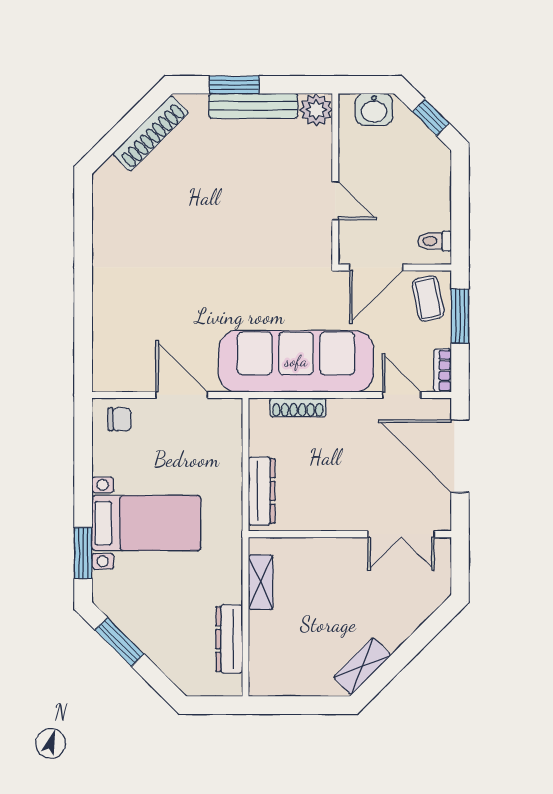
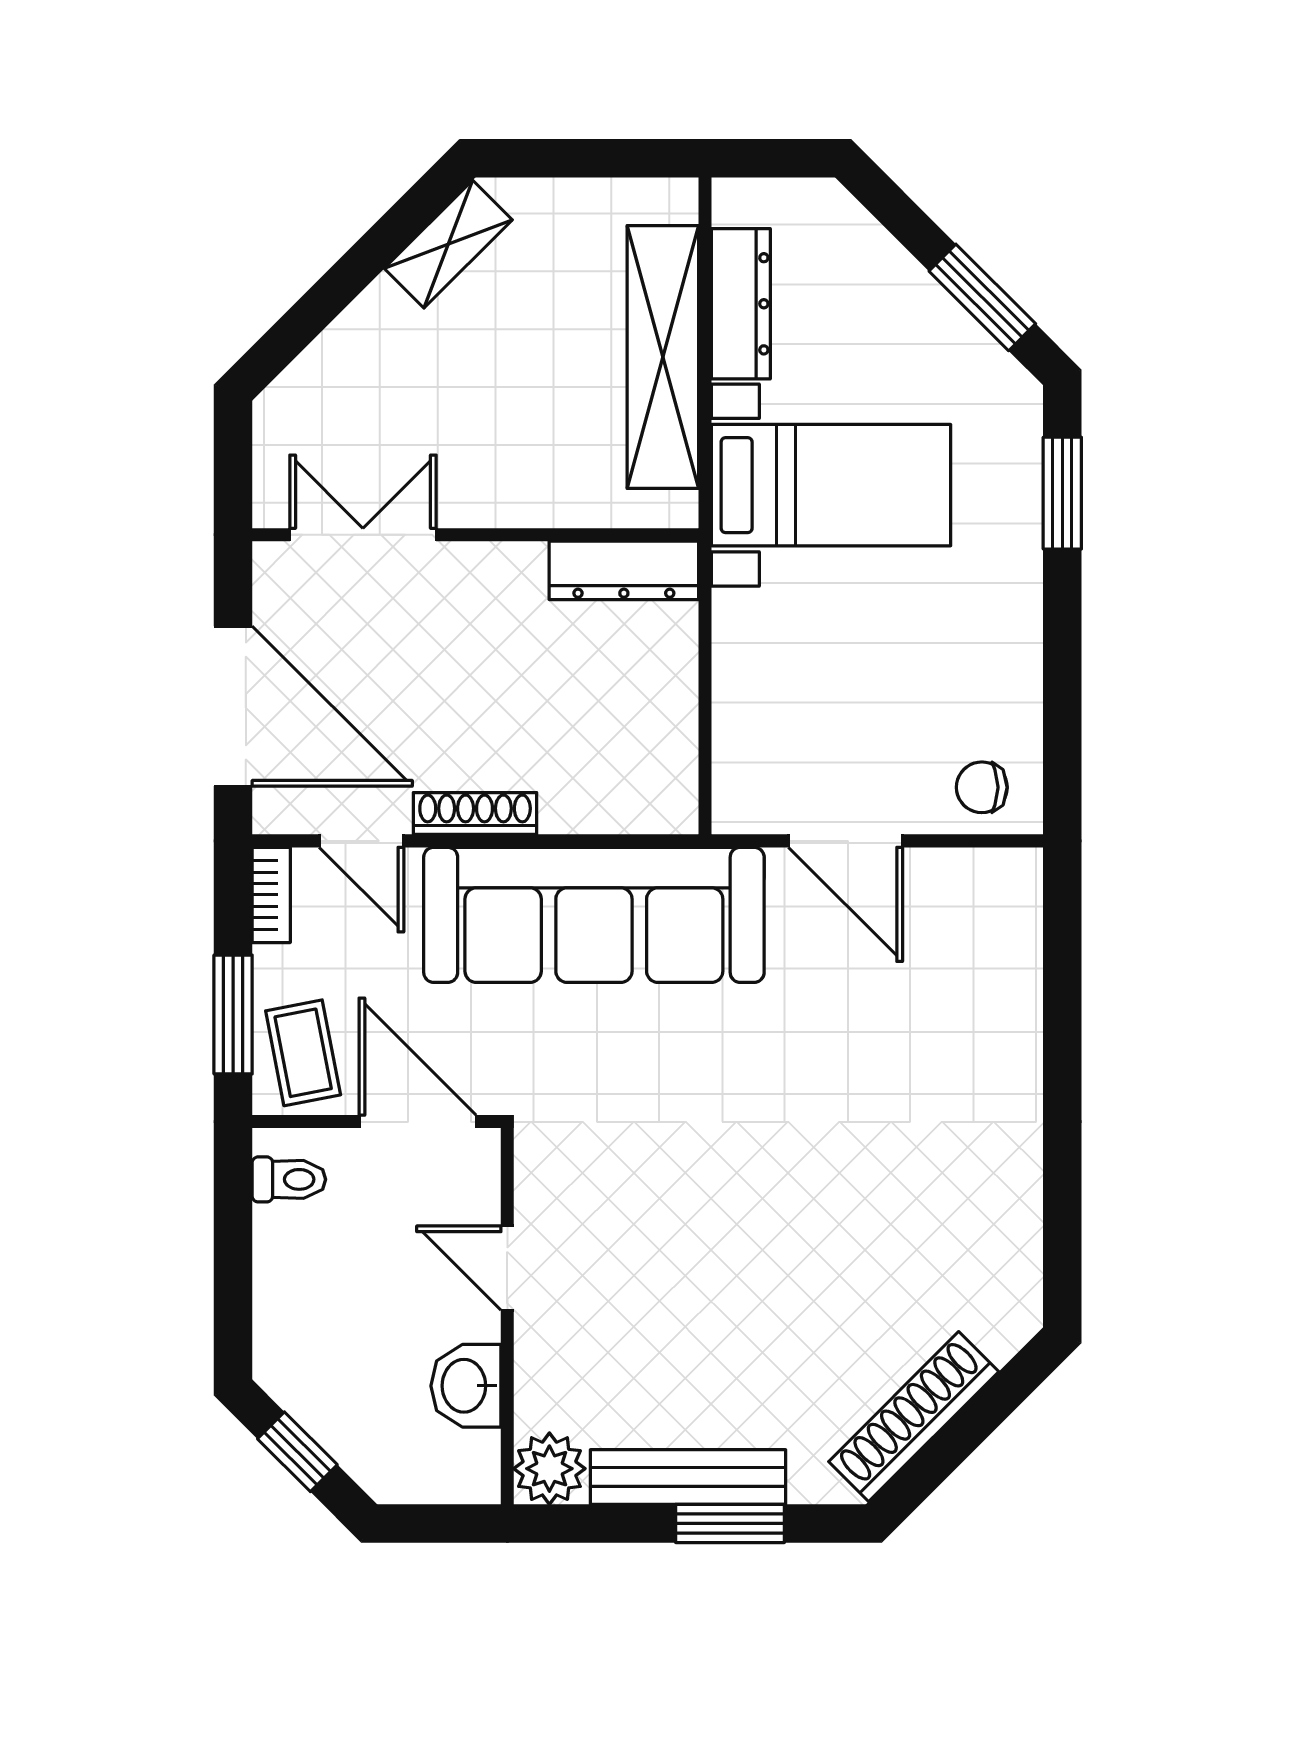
washbasin: (374, 109) -> (466, 1386), moved, turned -90
door: (376, 267) -> (418, 1122), hinge flipped
shoe rack: (298, 407) -> (475, 814), moved
dresser: (262, 491) -> (624, 570), moved, turned -90
bed with nightstands: (146, 523) -> (831, 485), moved, turned 180
shelving: (261, 582) -> (663, 357), width x2.20, depth x1.33

